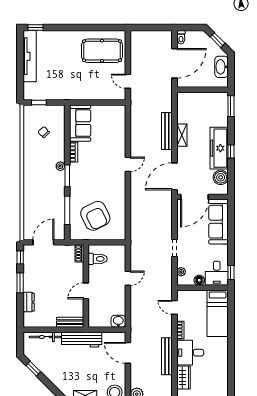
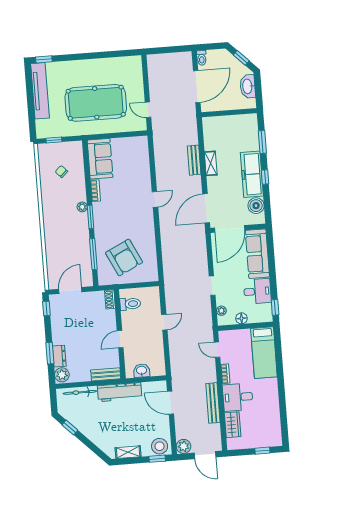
pool table: (102, 51) -> (96, 103), moved, width x1.36, depth x1.32
window: (231, 106) -> (262, 142), moved
bench: (167, 131) -> (194, 160), width x0.73
desk: (217, 273) -> (257, 291), moved, turned -90
window: (20, 283) -> (50, 353), moved
plant: (30, 320) -> (62, 375), added
washbasin: (118, 321) -> (142, 371), moved

